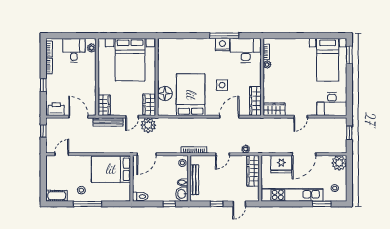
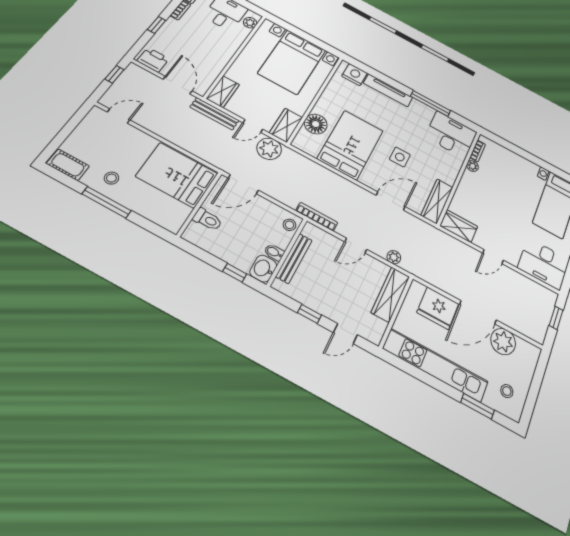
tv unit: (195, 43) -> (388, 90), added
nightstand: (222, 45) -> (355, 75), moved
plant: (339, 163) -> (503, 342), moved
toilet: (140, 197) -> (207, 219), moved

